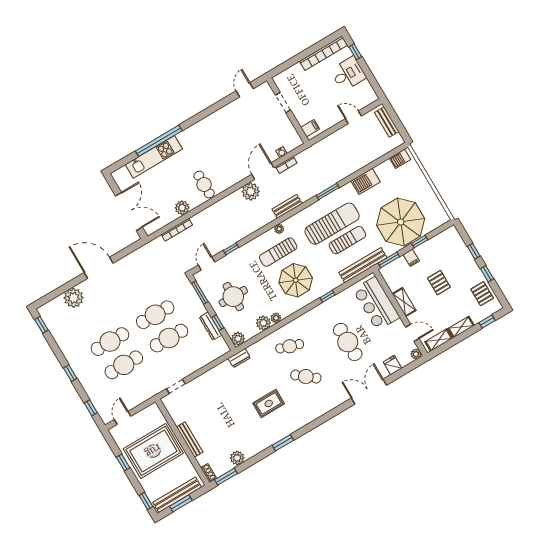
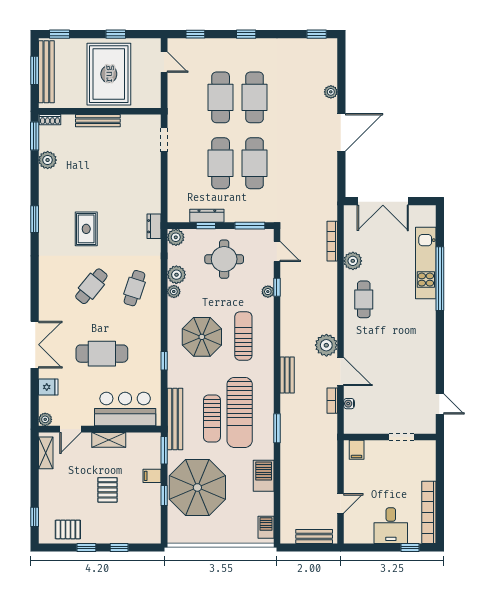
cafe table: (204, 185) -> (364, 299), turned 90
plant: (279, 229) -> (268, 292), moved
pallet: (439, 283) -> (107, 490), turned 90
plant: (74, 298) -> (331, 92), width x0.53, depth x0.53
shelving: (461, 327) -> (45, 485), removed

